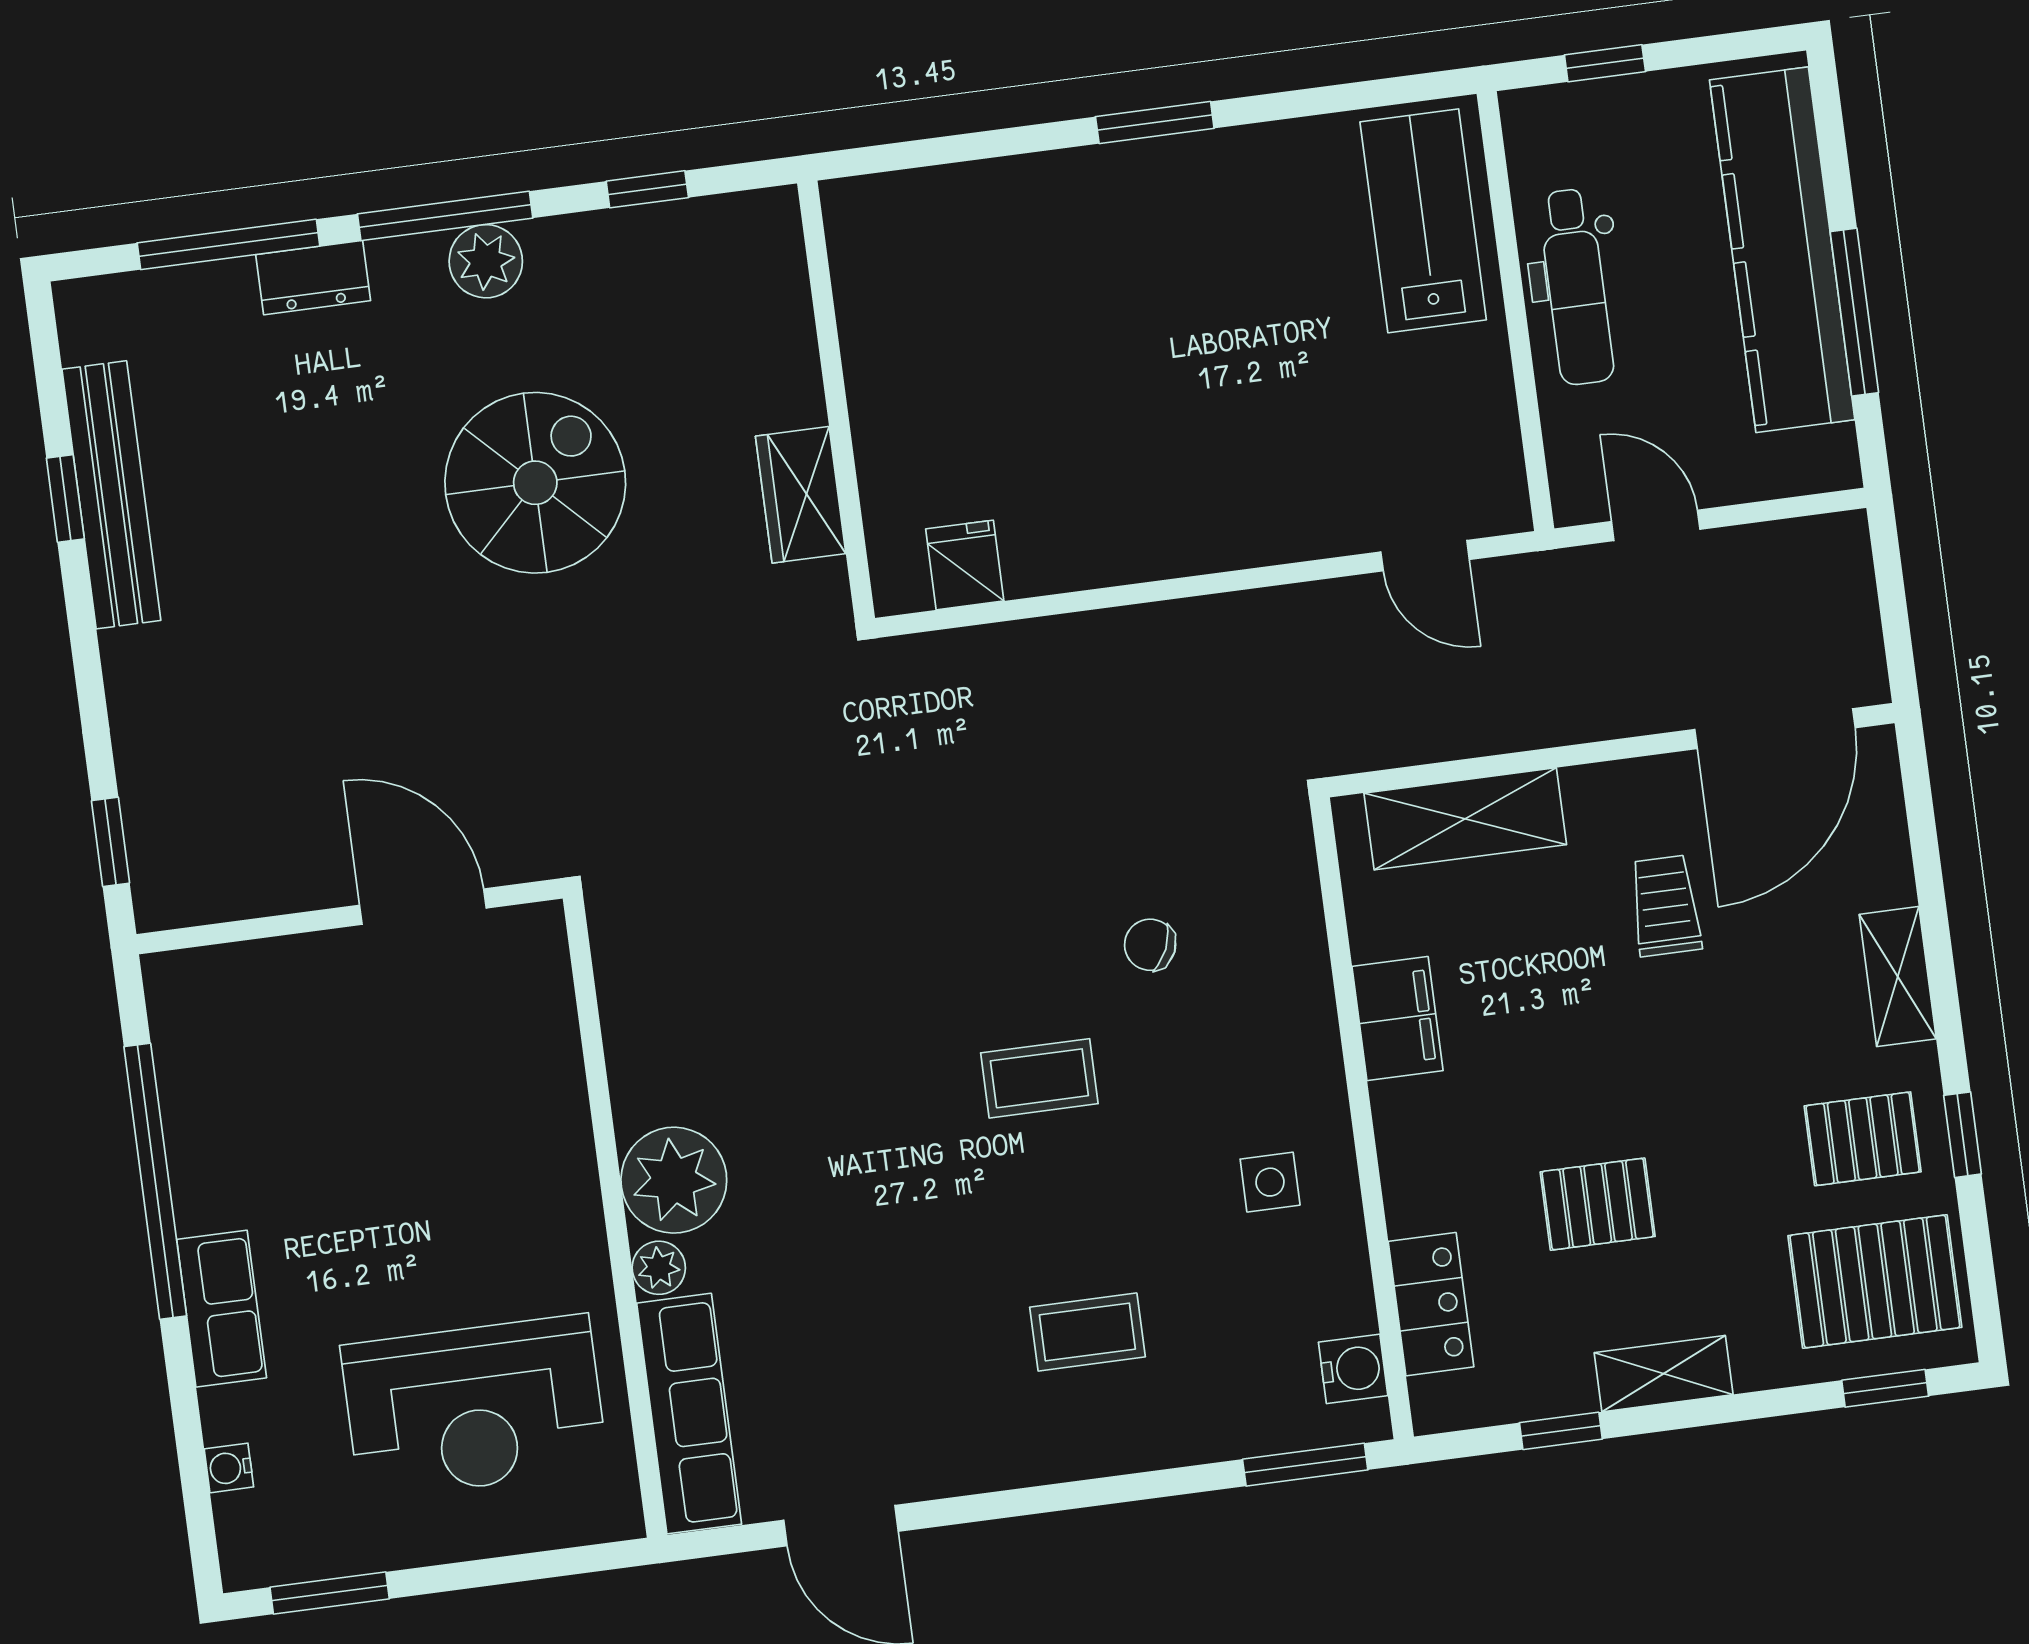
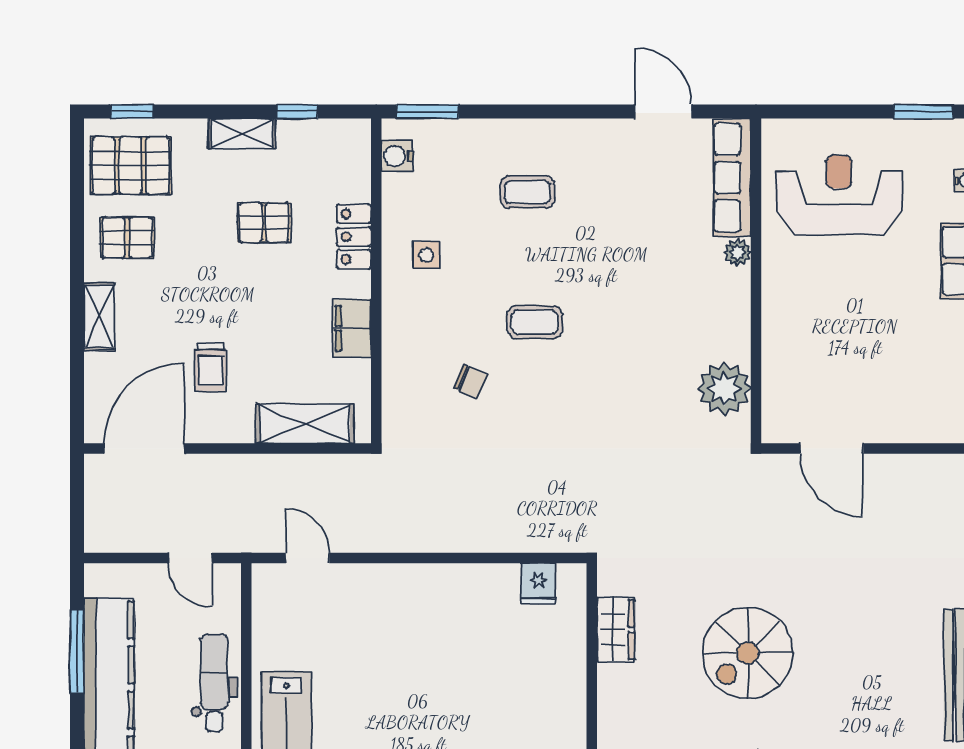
window: (1963, 1135) -> (77, 233), removed
plant: (674, 1180) -> (724, 389), moved
locker: (1431, 1304) -> (354, 237), moved

